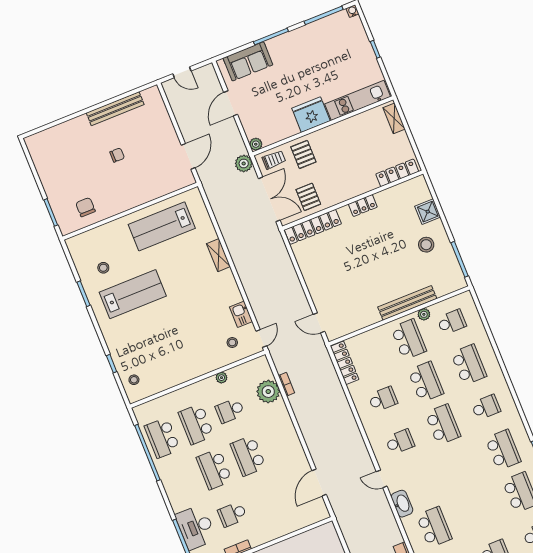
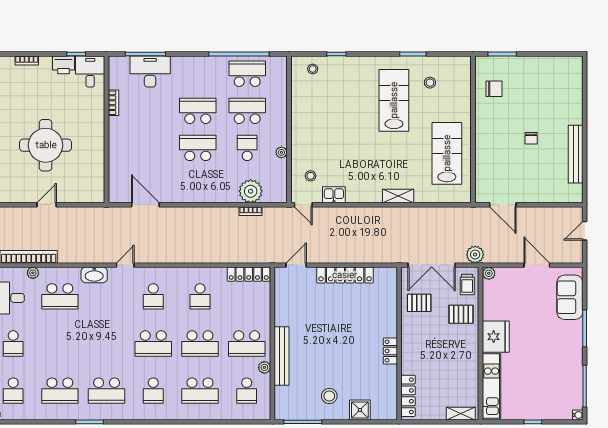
locker: (313, 227) -> (345, 275), moved, turned -90
lab bench: (133, 294) -> (394, 100), turned 180
school desk: (232, 514) -> (148, 111), removed

